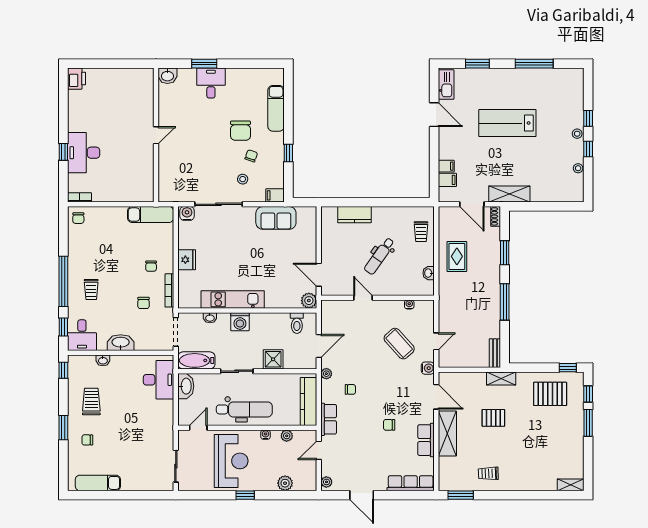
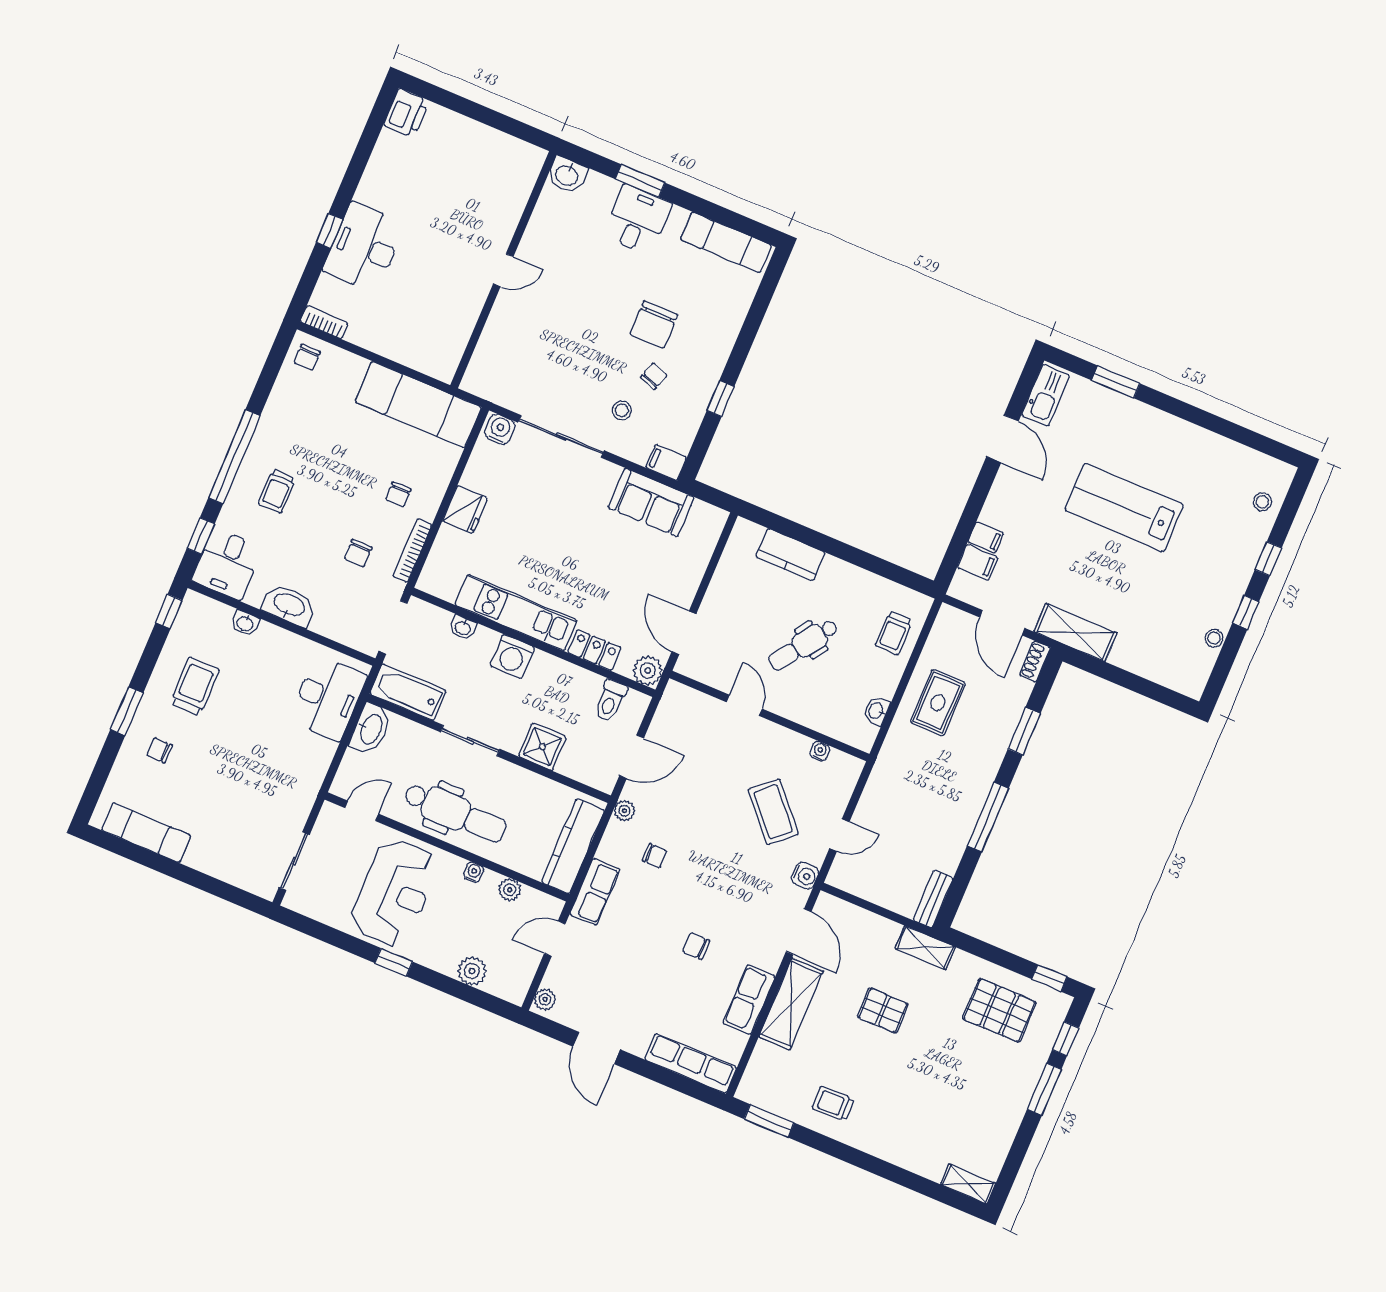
window: (534, 64) -> (1215, 424), removed
exam couch: (276, 108) -> (726, 242), moved, turned -90
stool: (577, 134) -> (1262, 502), moved
exam couch: (151, 215) -> (418, 405), width x1.36, depth x1.45
locker: (279, 302) -> (594, 650), added

